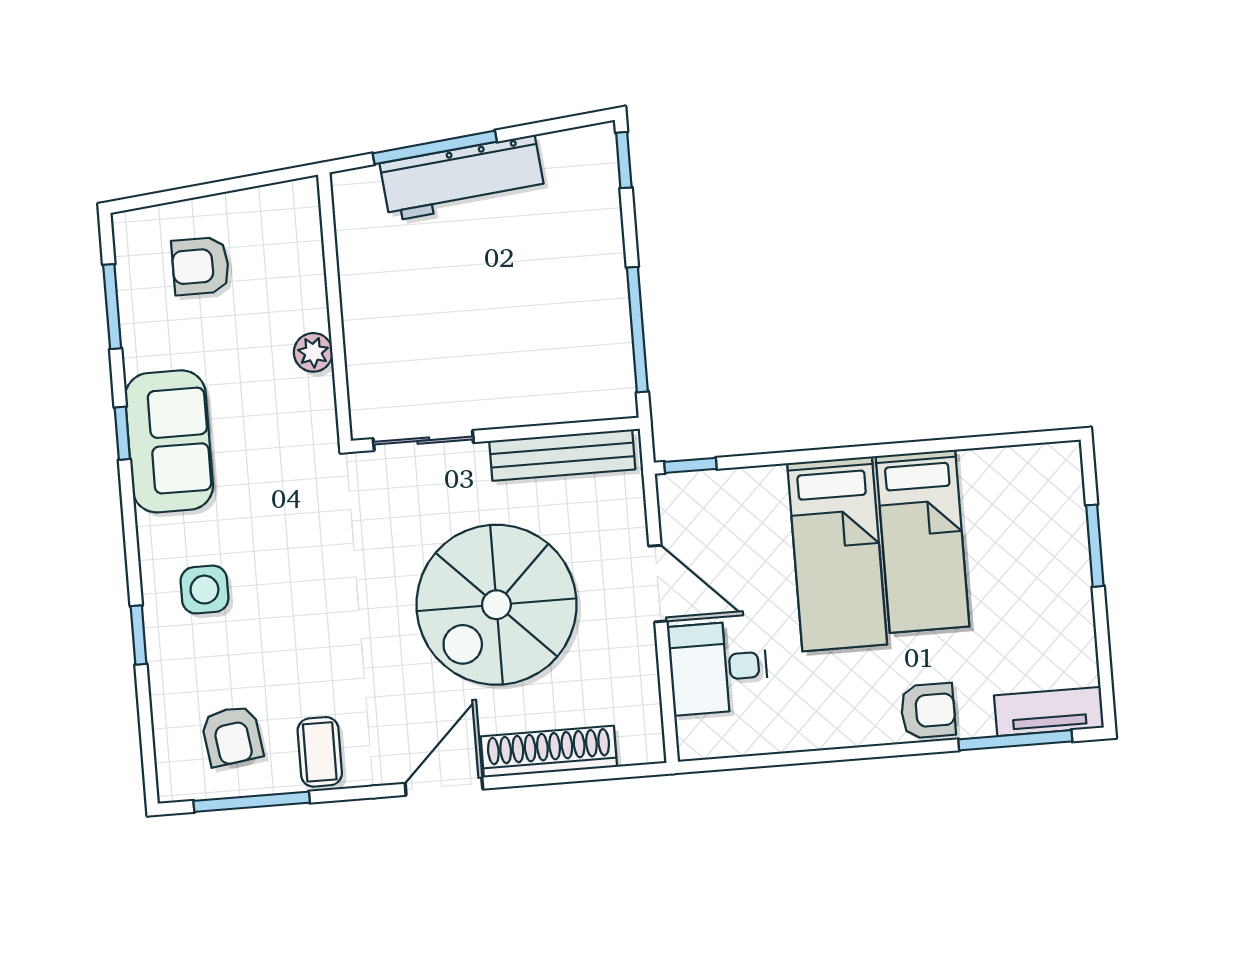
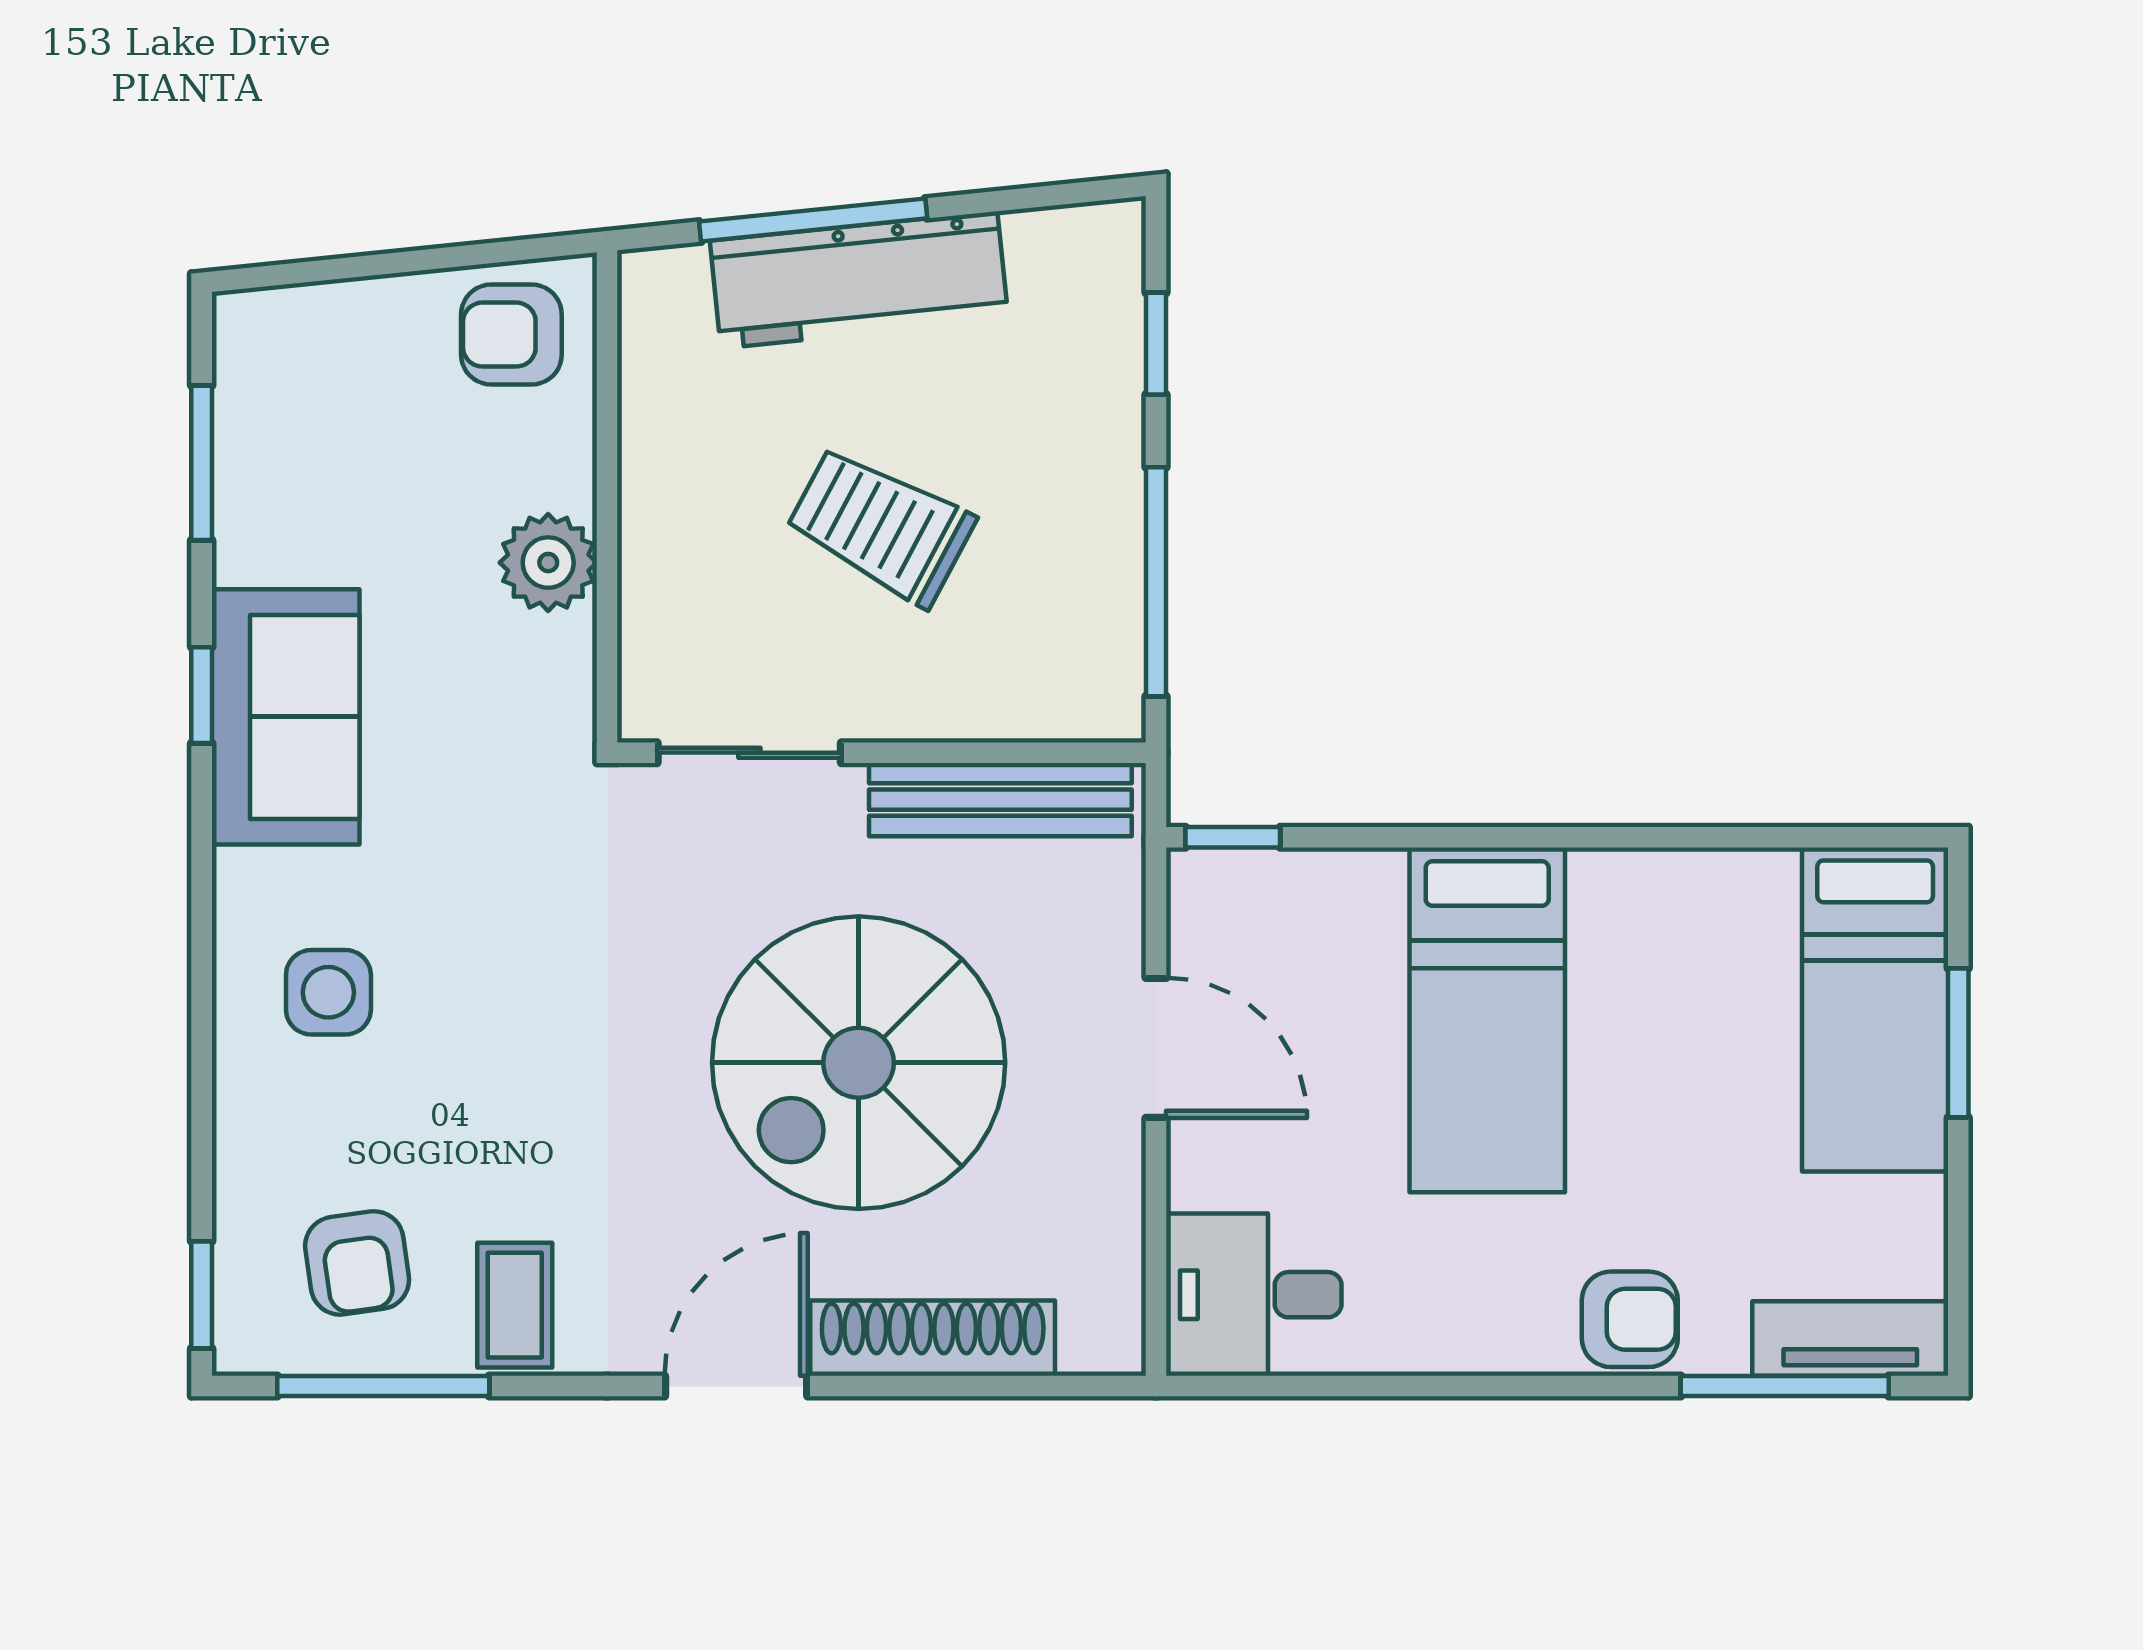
window: (624, 160) -> (1156, 344), moved
armchair: (200, 266) -> (511, 335), moved
trolley: (485, 311) -> (881, 526), added
plant: (313, 352) -> (548, 563), width x1.38, depth x1.38
bed: (922, 541) -> (1875, 1009), moved
window: (139, 635) -> (202, 1295), moved
desk: (718, 668) -> (1254, 1295), moved

